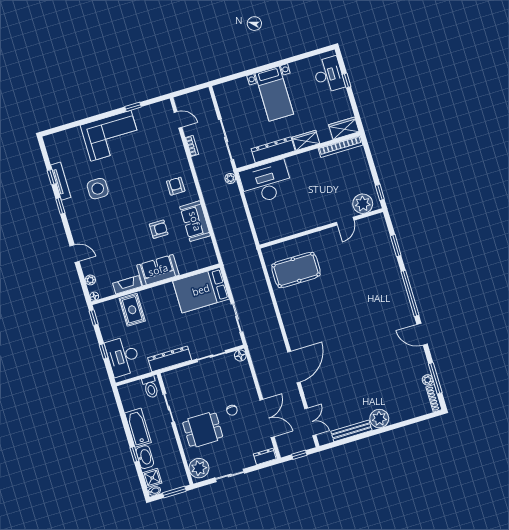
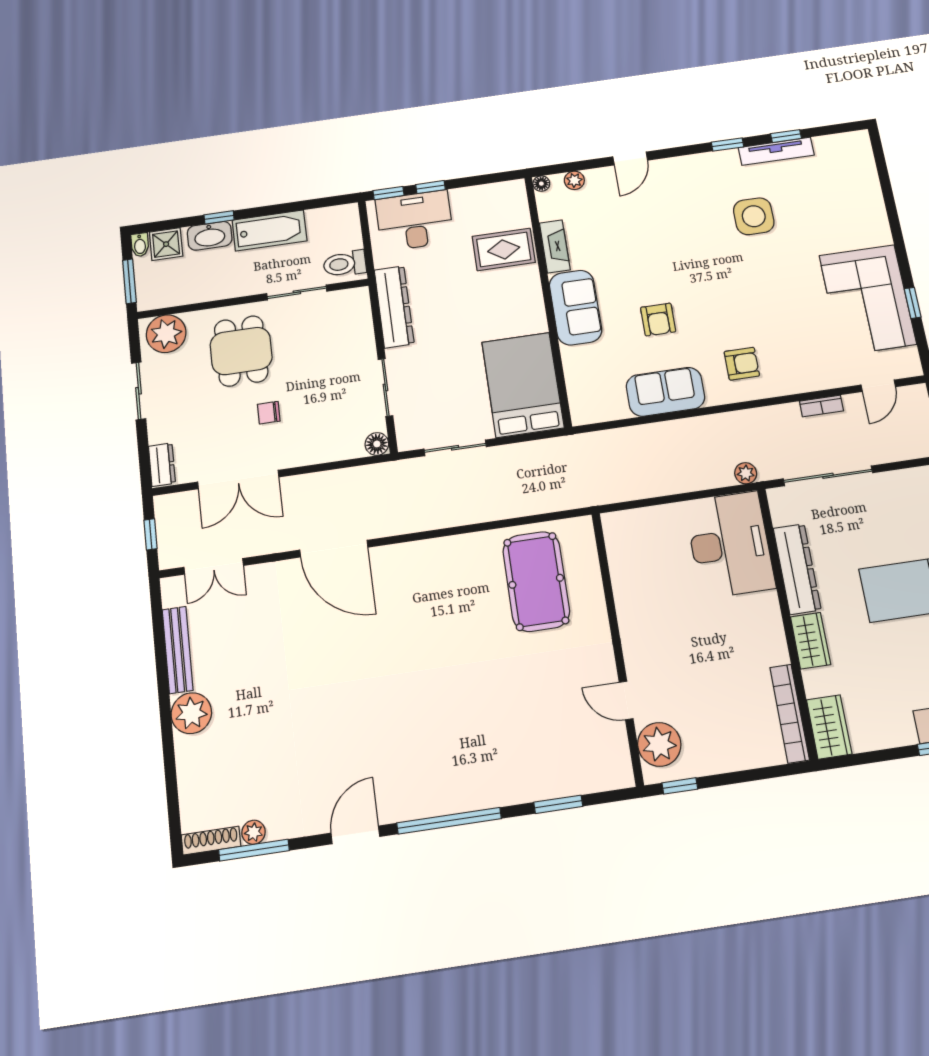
corner sofa: (111, 136) -> (868, 300), moved
window: (94, 318) -> (388, 193), moved

